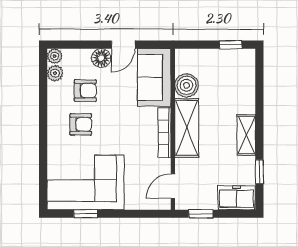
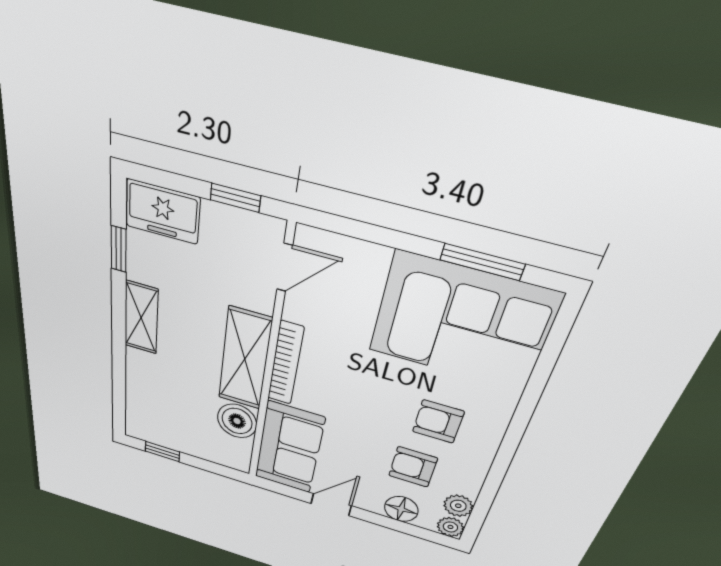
floor lamp: (101, 58) -> (401, 509), moved
window: (86, 214) -> (482, 262), width x1.50

